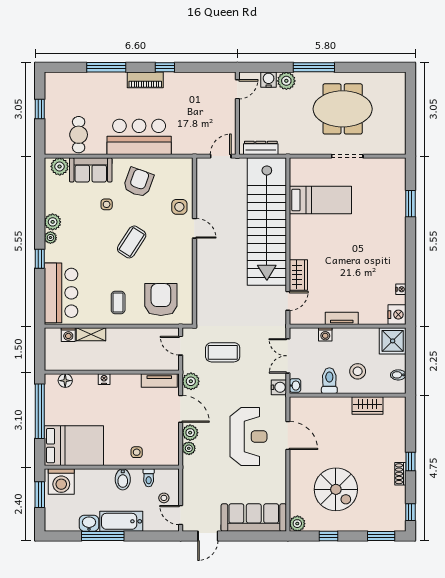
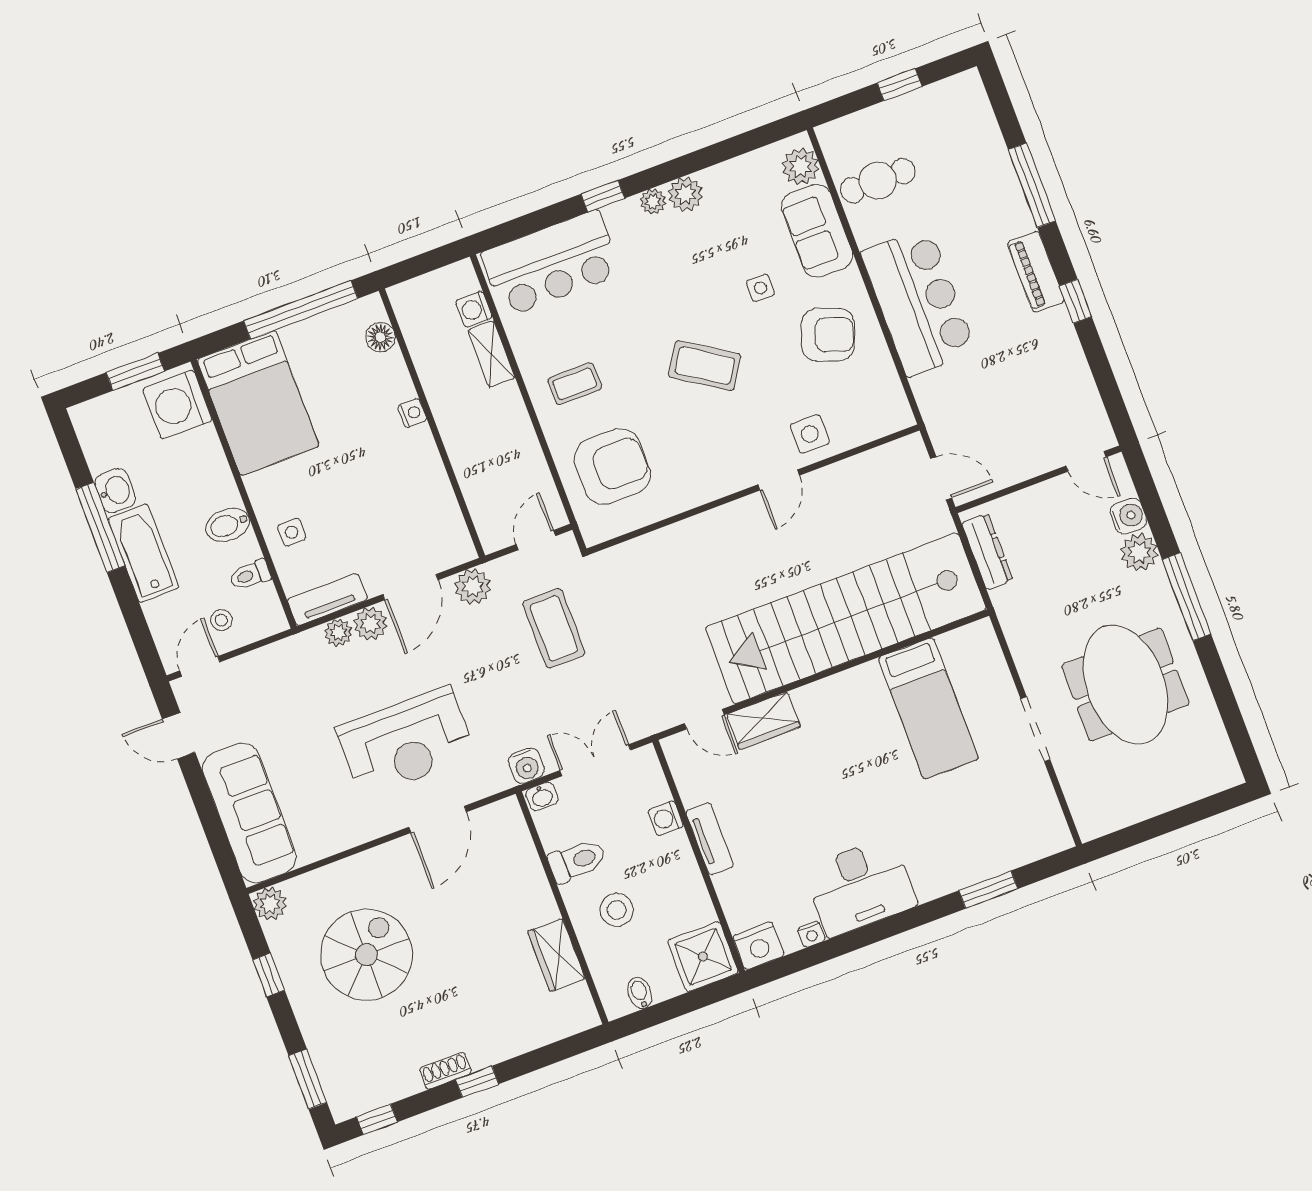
desk: (388, 260) -> (860, 887), added
tv unit: (159, 380) -> (327, 599), moved, turned 90
spiral stairs: (336, 489) -> (366, 955), turned 180

